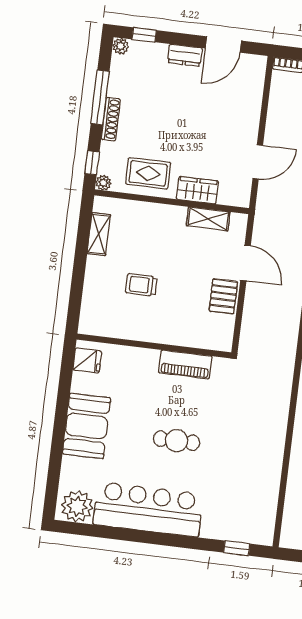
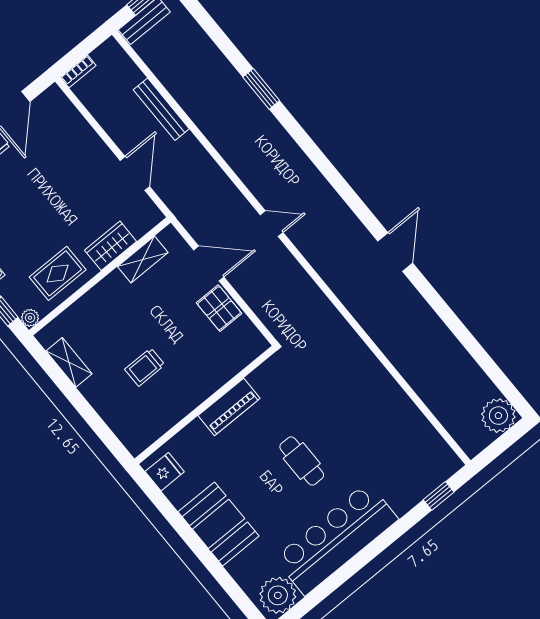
piano: (185, 364) -> (229, 407), moved
cafe table: (176, 441) -> (302, 461), turned 90

